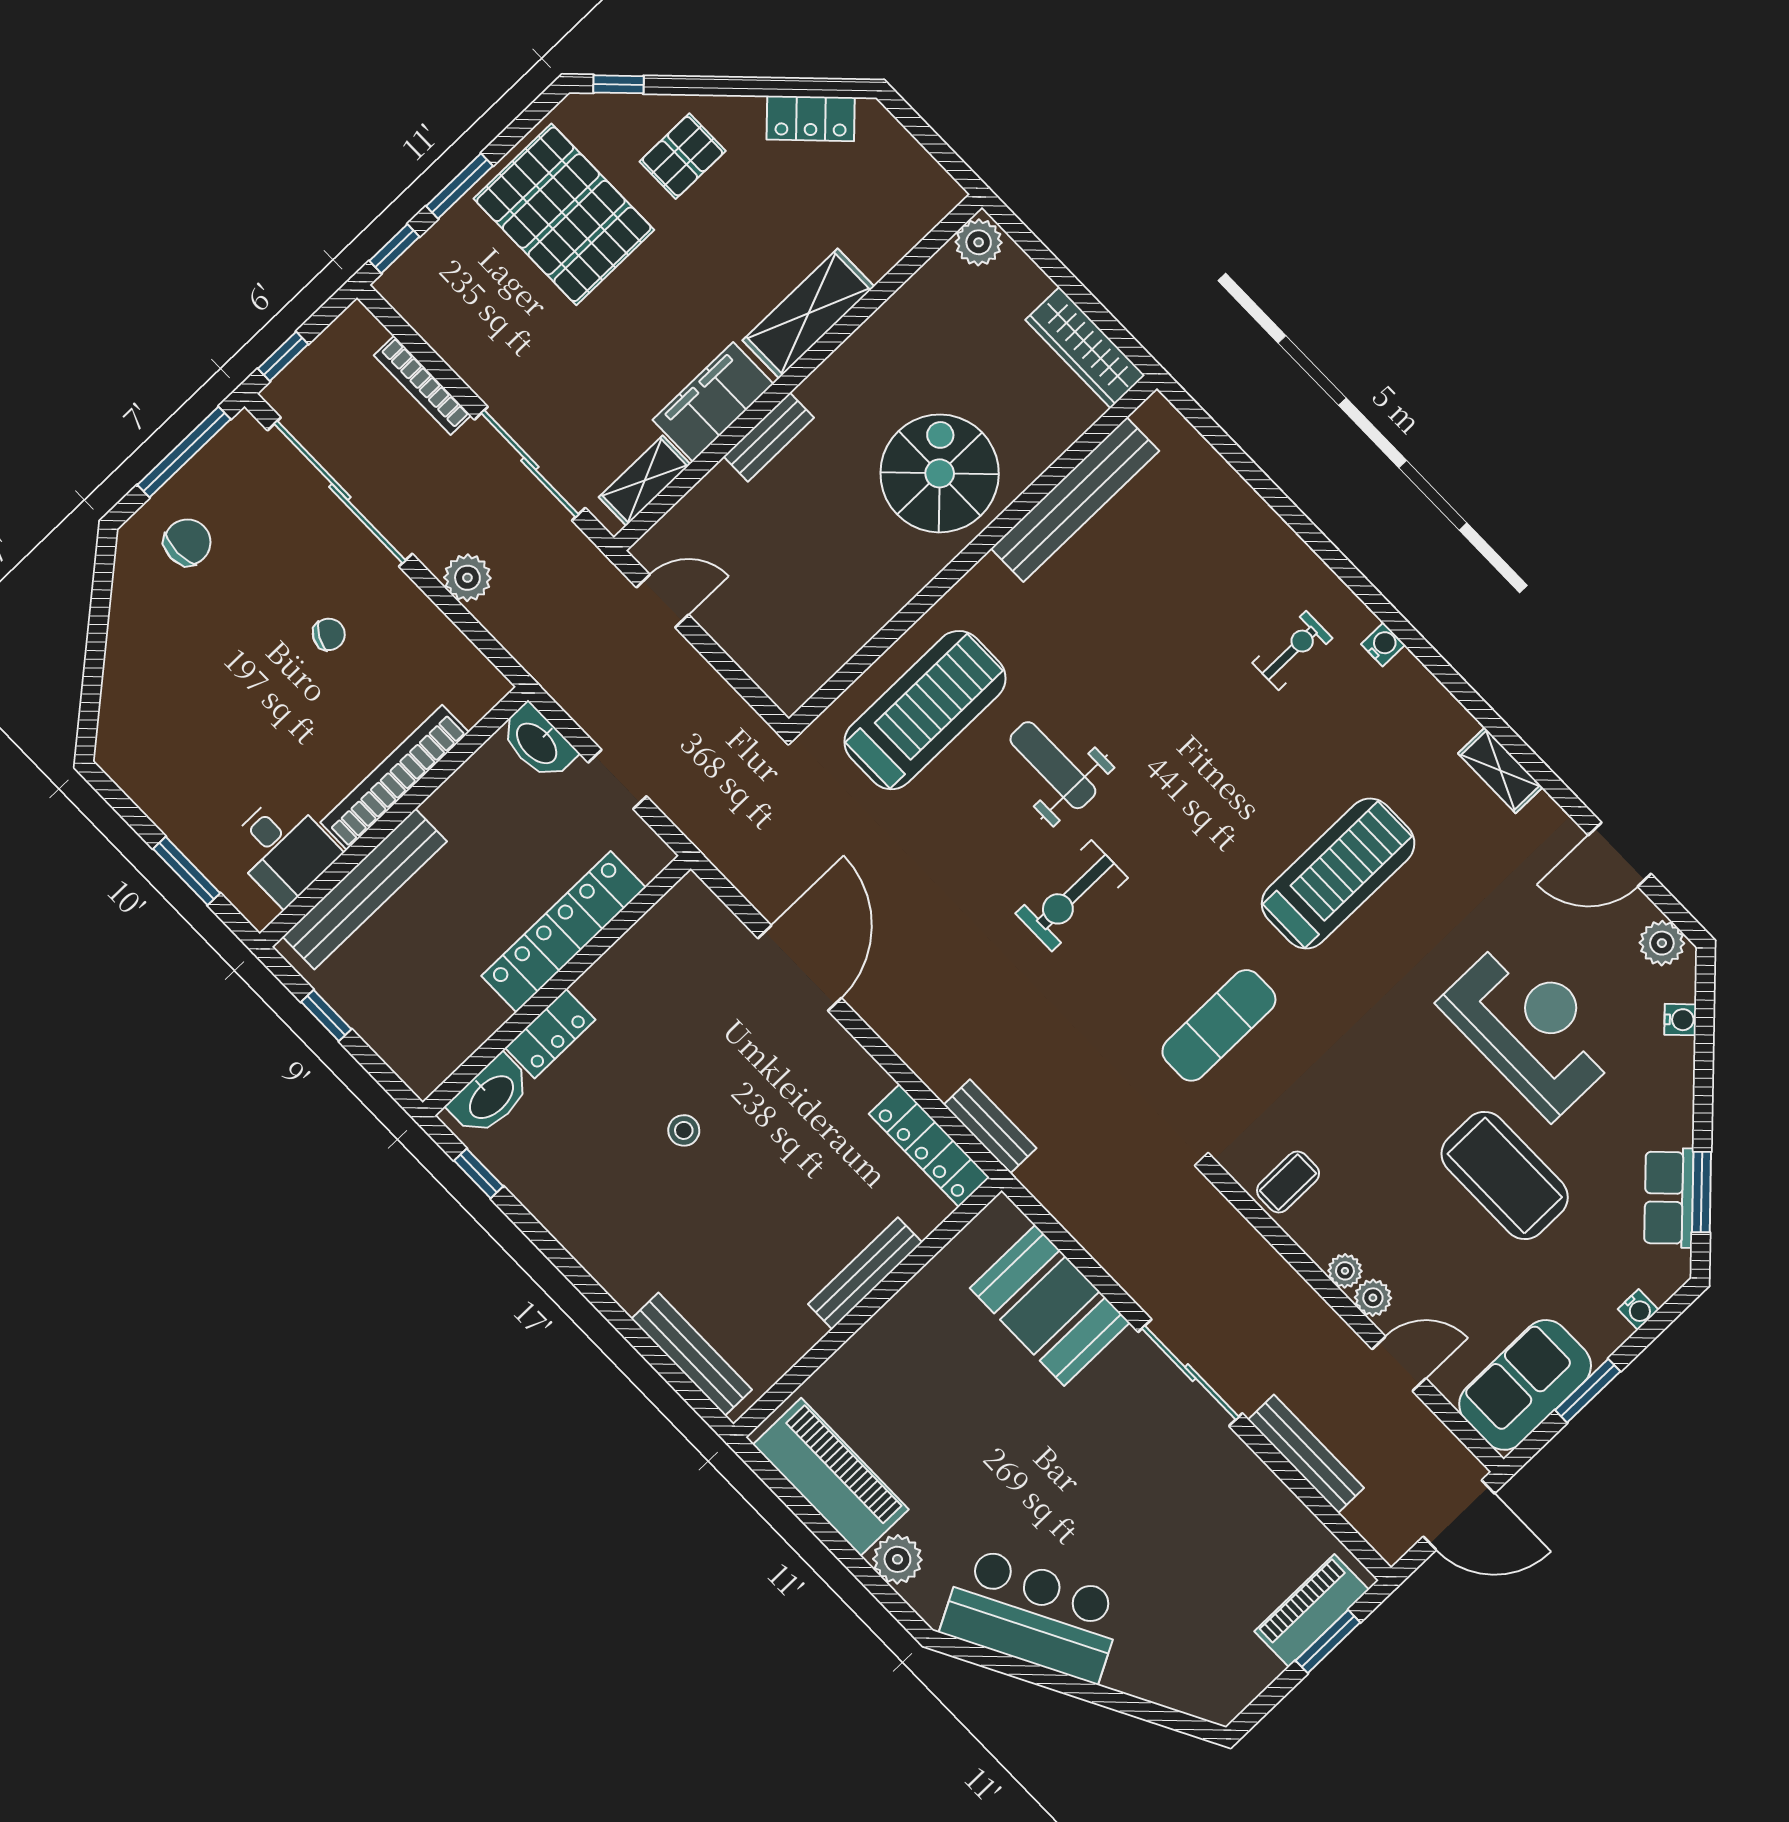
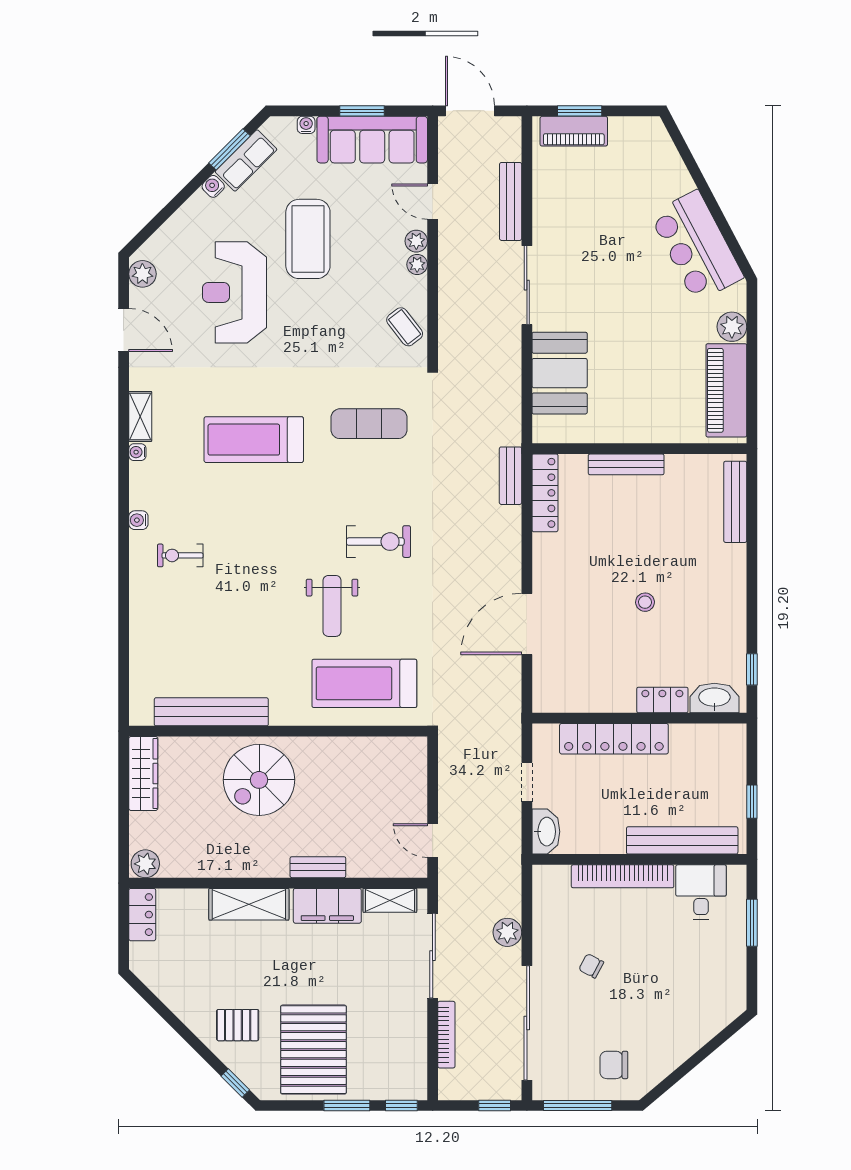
locker: (811, 118) -> (142, 915), moved, turned 45
water cooler: (1463, 725) -> (137, 452), added
water cooler: (1680, 1020) -> (213, 186), moved
coffee table: (1288, 1182) -> (405, 327), turned 52
sofa: (1525, 1385) -> (372, 140), width x1.36

